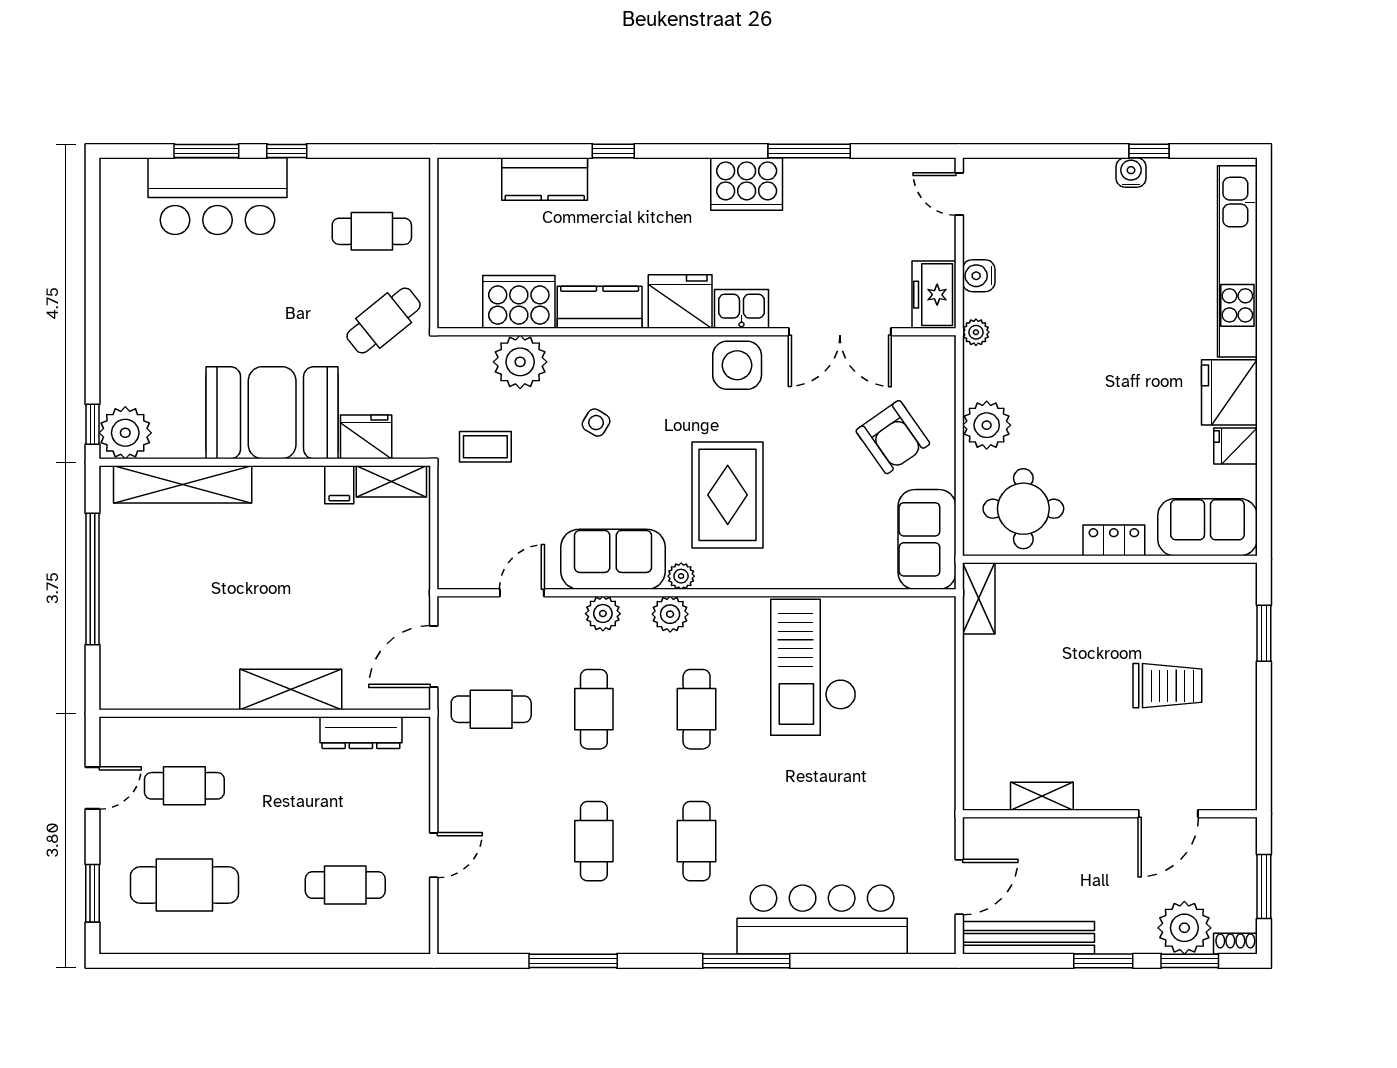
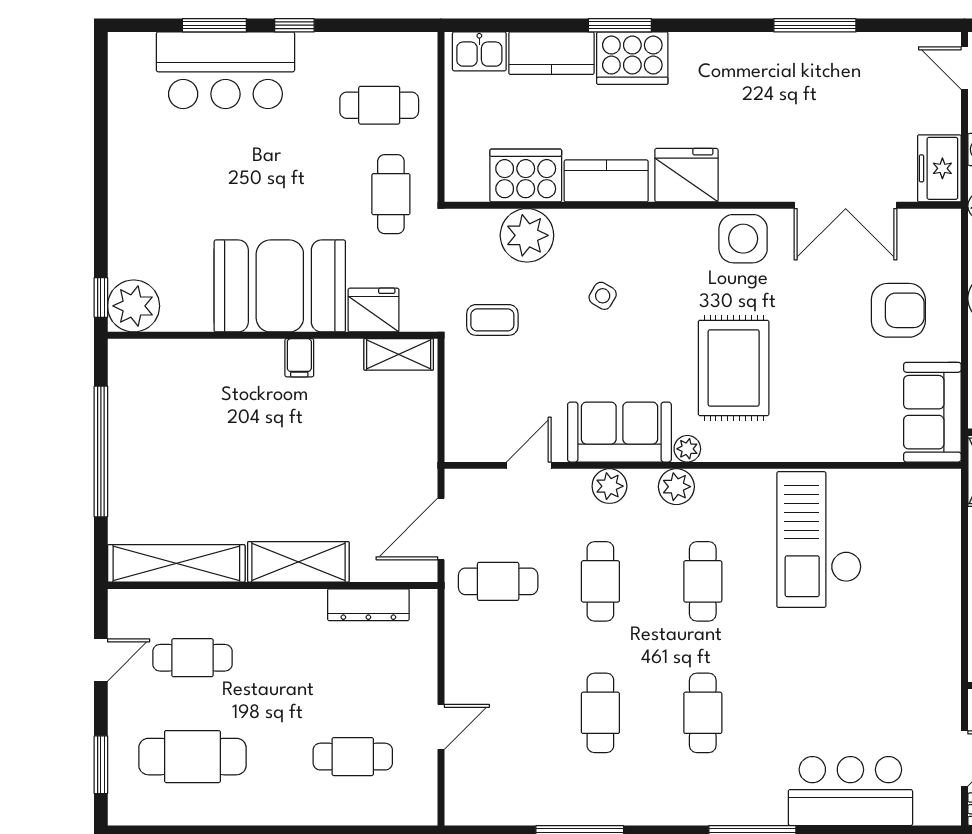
window: (613, 151) -> (620, 25), width x1.50
cooker: (747, 184) -> (632, 58), moved
kitchen sink: (741, 309) -> (479, 51), moved, turned 180
cafe table: (384, 321) -> (391, 194), turned -51
armchair: (893, 437) -> (898, 310), turned -55
shelving: (183, 484) -> (176, 563), moved
filing cabinet: (339, 485) -> (299, 358), moved
bar counter: (822, 920) -> (850, 791), width x0.73

